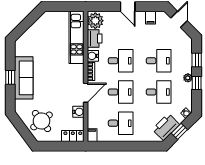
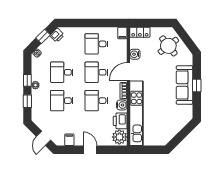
kitchen unit: (77, 37) -> (137, 113), width x1.36
printer: (166, 127) -> (57, 35), width x0.53, depth x0.68

